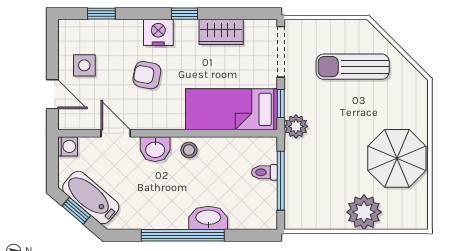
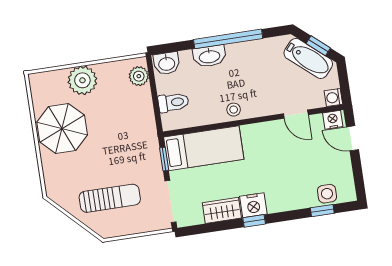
nightstand: (158, 32) -> (253, 205), moved
side table: (84, 65) -> (327, 194), moved
armchair: (147, 75) -> (277, 166), removed
nightstand: (73, 120) -> (333, 120), added
plant: (296, 126) -> (139, 76), moved
washbasin: (155, 149) -> (167, 63), moved, turned 180
toilet: (264, 172) -> (173, 102), width x1.37, depth x1.39
window: (281, 181) -> (155, 96), removed

